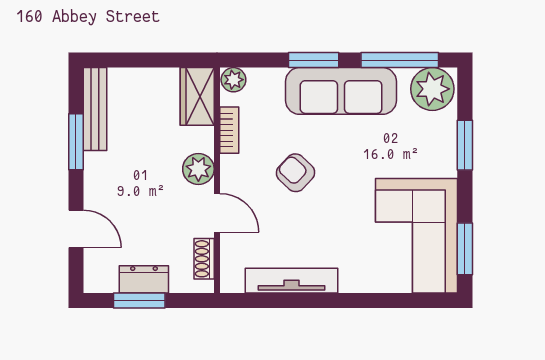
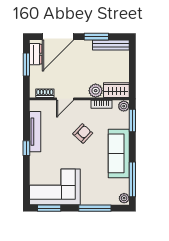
window: (314, 60) -> (132, 120), moved
plant: (432, 89) -> (124, 198), width x0.53, depth x0.53
window: (465, 145) -> (95, 208), width x1.44
plant: (198, 169) -> (96, 91), moved
door: (76, 229) -> (58, 37), width x1.88
dresser: (144, 279) -> (36, 54), moved
window: (329, 301) -> (26, 148), added

